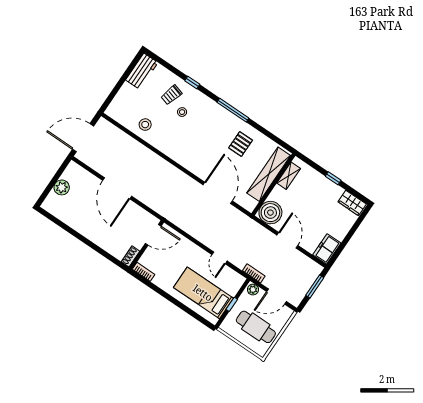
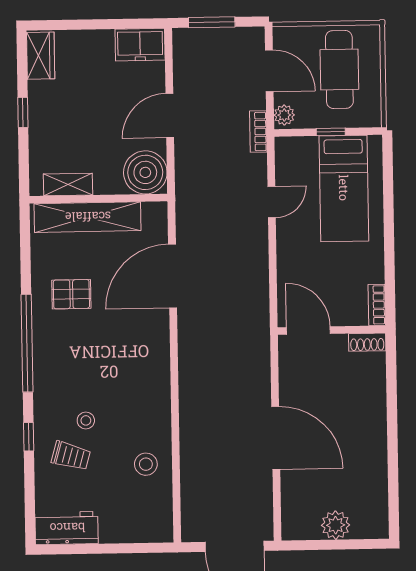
window: (233, 110) -> (27, 343), width x1.46
door: (117, 188) -> (276, 438), hinge flipped

